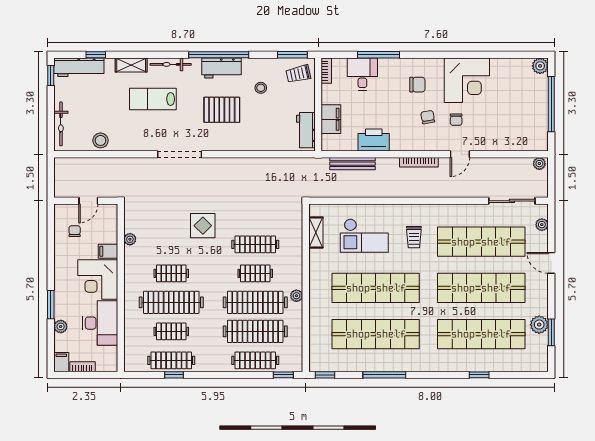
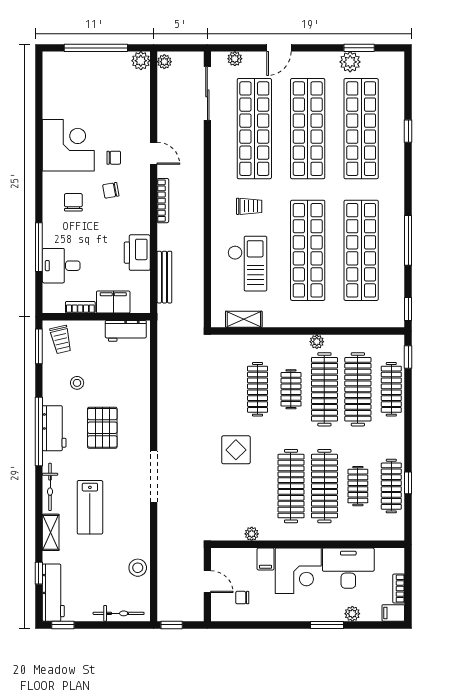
plant: (540, 66) -> (141, 61), moved
bookcase: (326, 71) -> (80, 307), moved
window: (51, 170) -> (172, 625), added
clothes rail: (171, 273) -> (291, 486), width x1.86, depth x1.31

